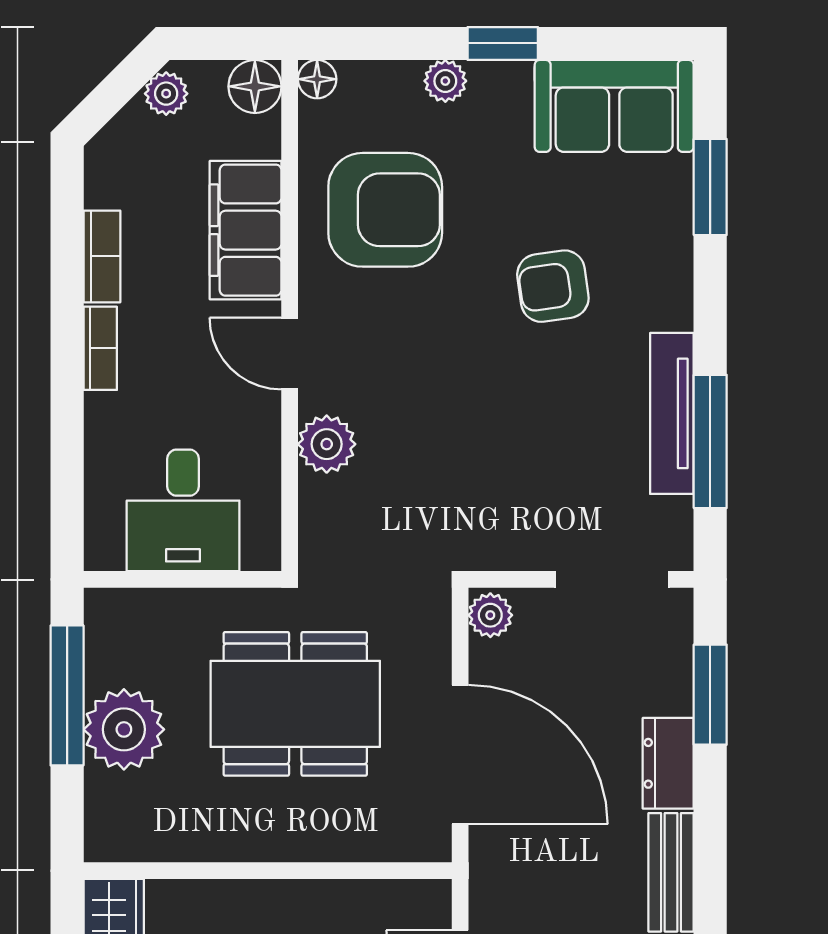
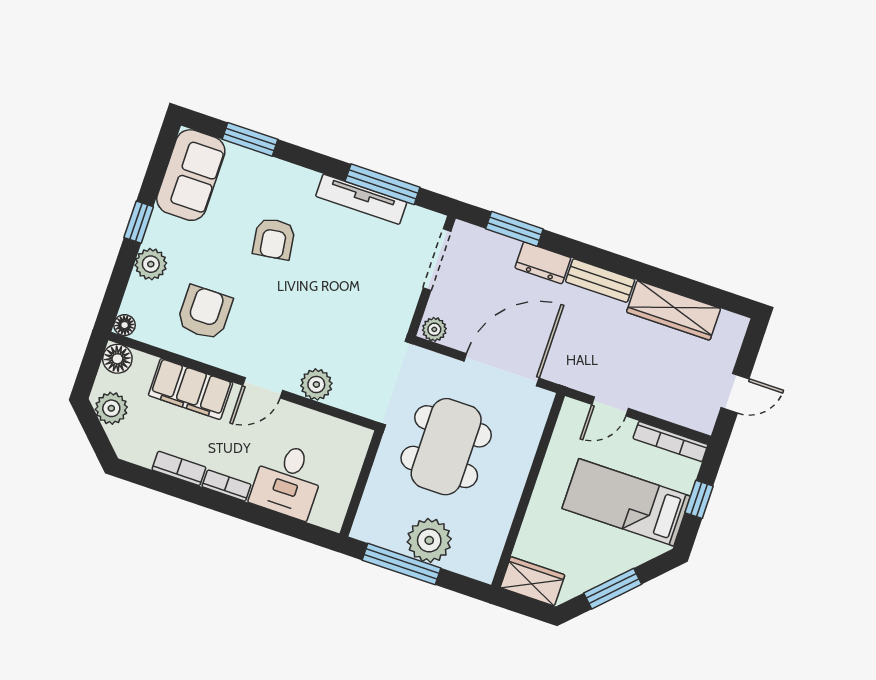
plant: (445, 81) -> (151, 264), width x1.38, depth x1.38
plant: (166, 94) -> (111, 408), width x1.38, depth x1.38
armchair: (385, 210) -> (205, 313), width x0.73, depth x0.73
desk: (183, 510) -> (288, 481), moved, turned 90

